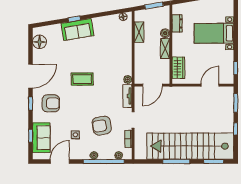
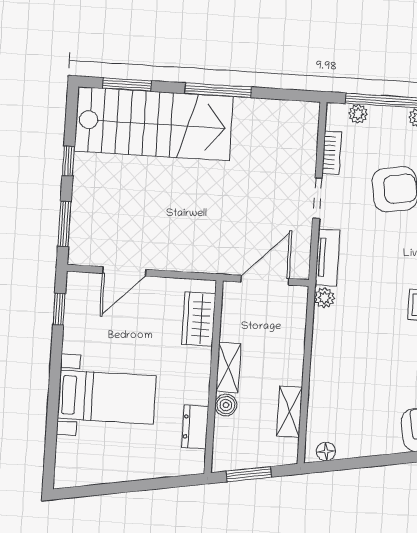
stairs: (190, 146) -> (154, 124), width x0.73

